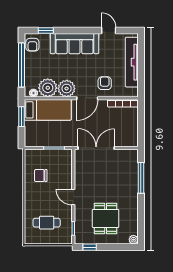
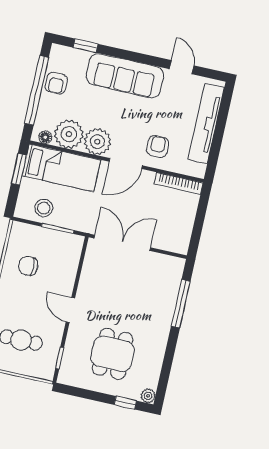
armchair: (32, 45) -> (56, 83), moved
stool: (42, 137) -> (44, 208), added
window: (90, 247) -> (125, 403), moved

